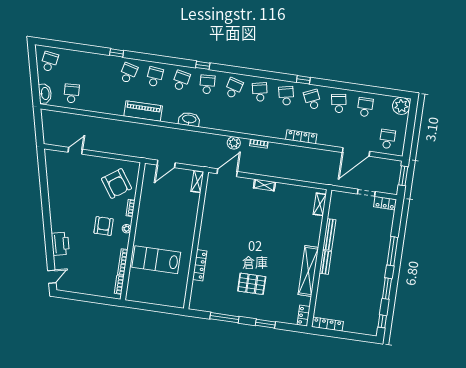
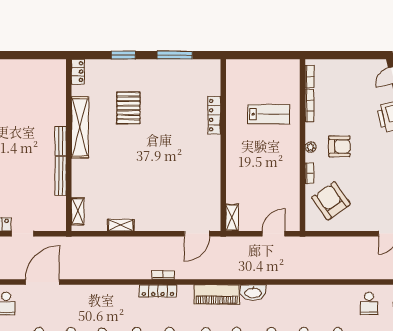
school desk: (98, 97) -> (369, 303), added
piano: (143, 111) -> (217, 295), moved
locker: (301, 137) -> (158, 291), moved
plant: (234, 143) -> (194, 271), removed
shelving: (264, 185) -> (121, 225), moved
armchair: (104, 226) -> (339, 146), turned -90
lab bench: (156, 260) -> (269, 114), width x0.73, depth x0.72
pallet: (252, 284) -> (128, 108), moved, turned 90
locker: (327, 324) -> (47, 65), removed

